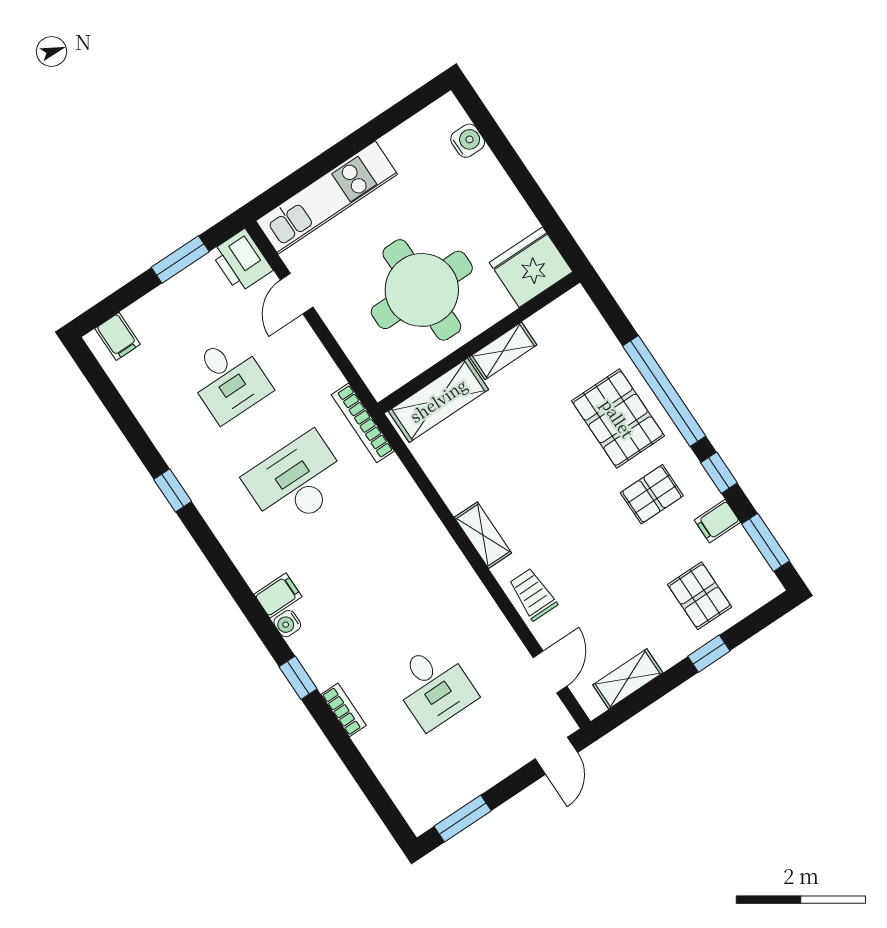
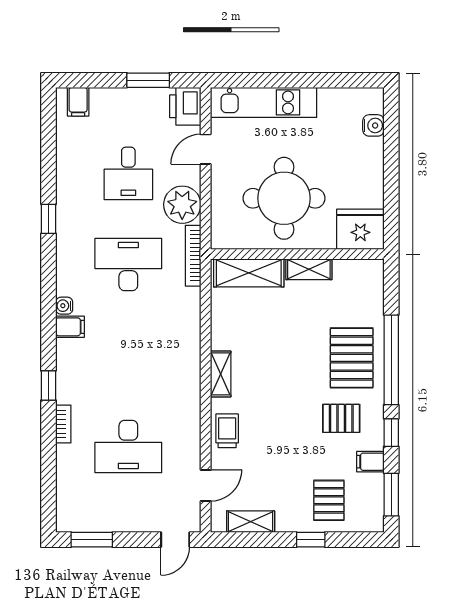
plant: (312, 374) -> (182, 205), added
water cooler: (287, 624) -> (64, 306), moved
desk: (434, 686) -> (128, 447), width x1.37

